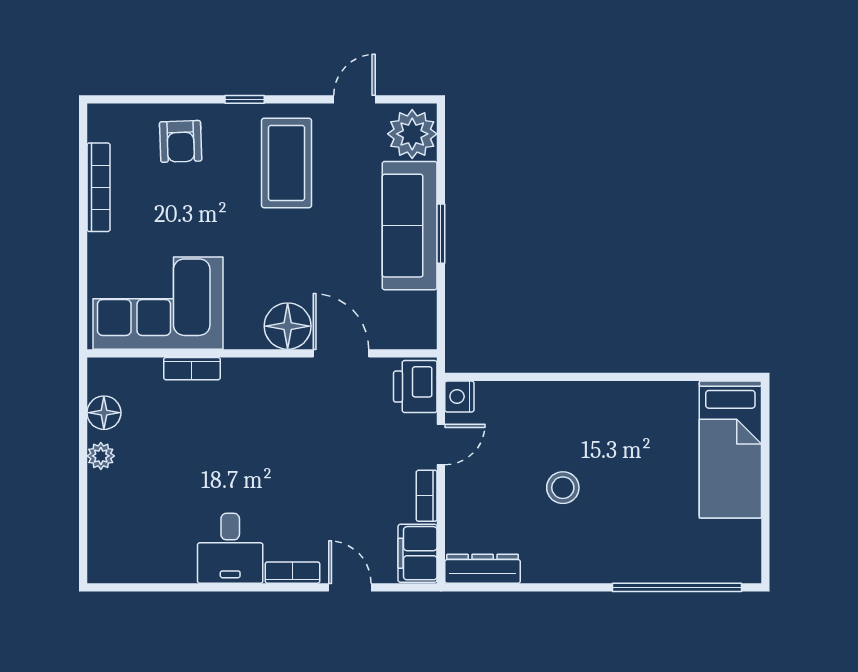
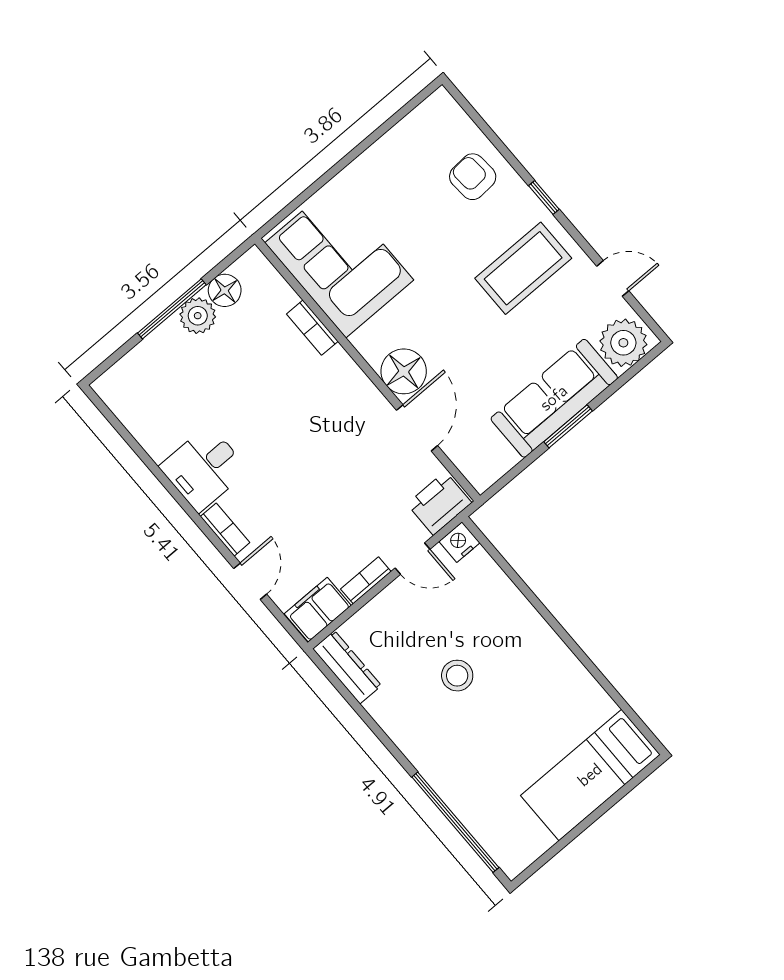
armchair: (181, 141) -> (473, 177), turned 88
bookcase: (99, 187) -> (387, 145), removed
plant: (101, 456) -> (198, 316), width x1.38, depth x1.38
window: (83, 467) -> (172, 309), added

